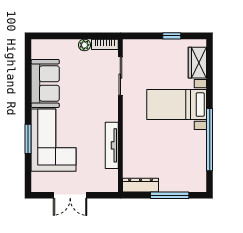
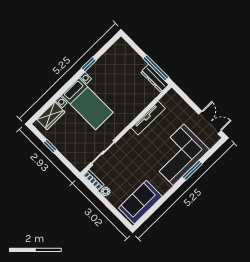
sofa: (45, 83) -> (140, 202), moved
window: (210, 140) -> (89, 64), width x0.32
double door: (70, 195) -> (210, 122), moved
window: (170, 195) -> (156, 68), moved

